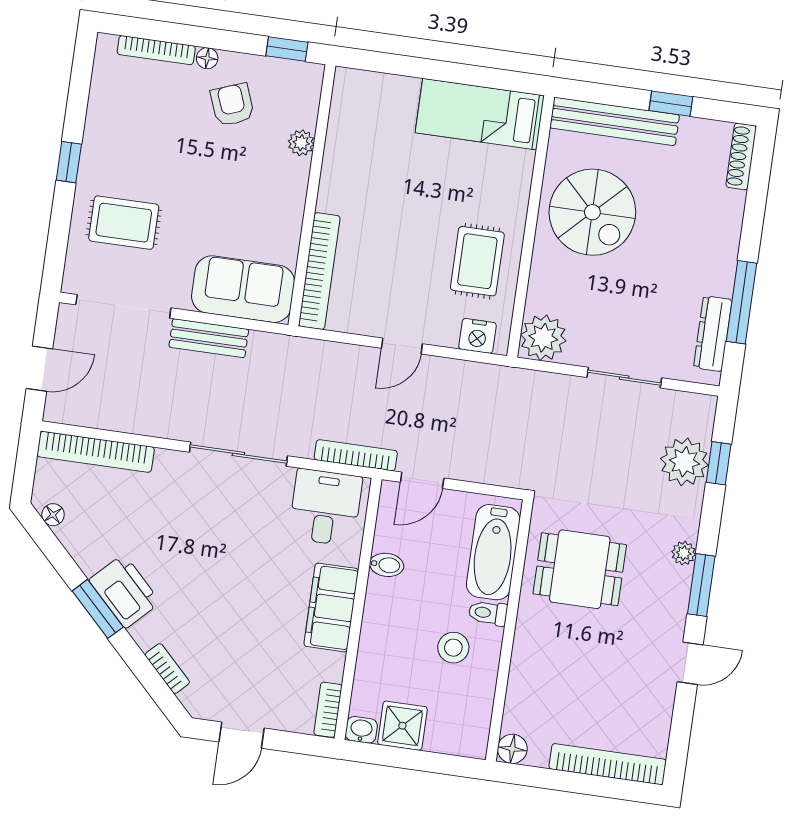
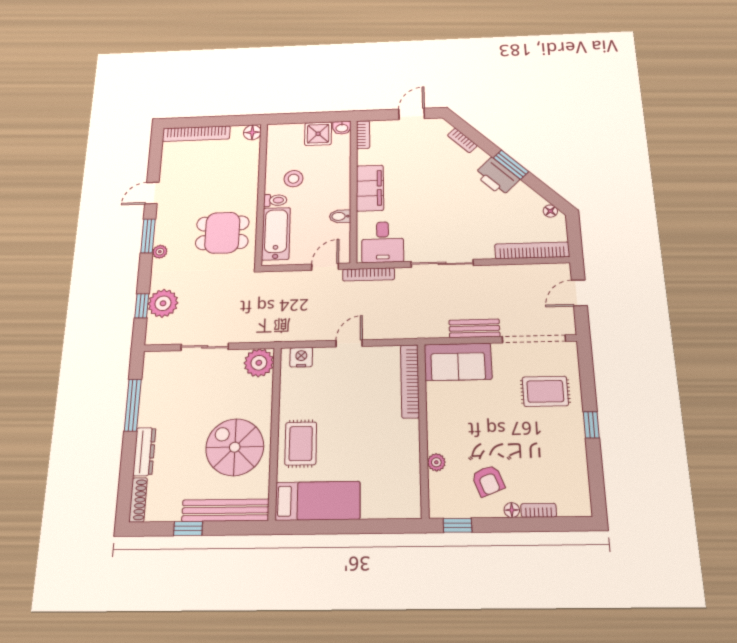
bookcase: (156, 50) -> (539, 510), width x0.64
rug: (477, 261) -> (301, 444), moved
dresser: (713, 334) -> (144, 452), moved

